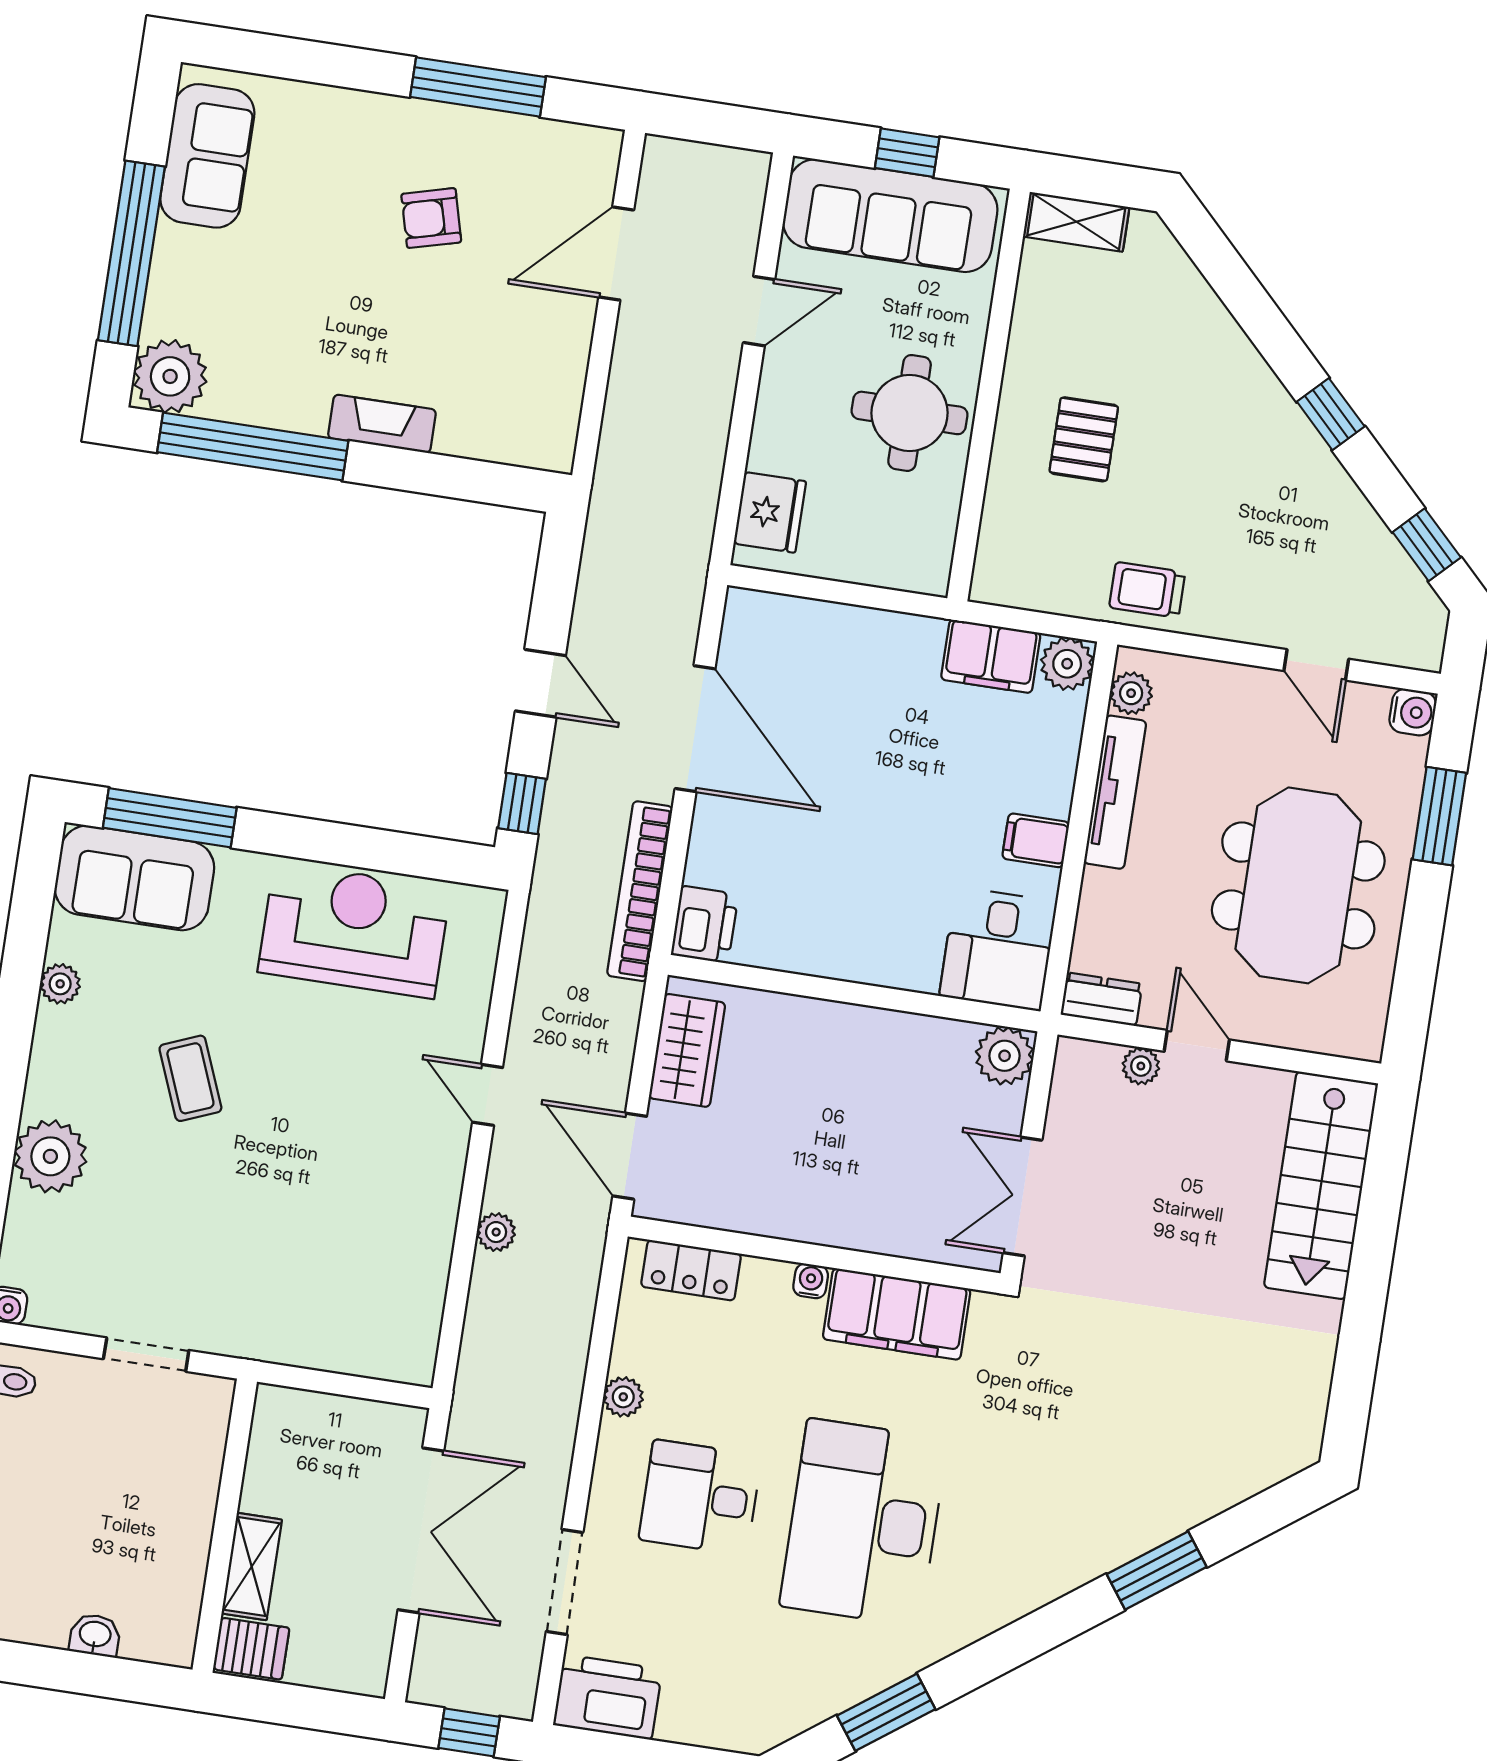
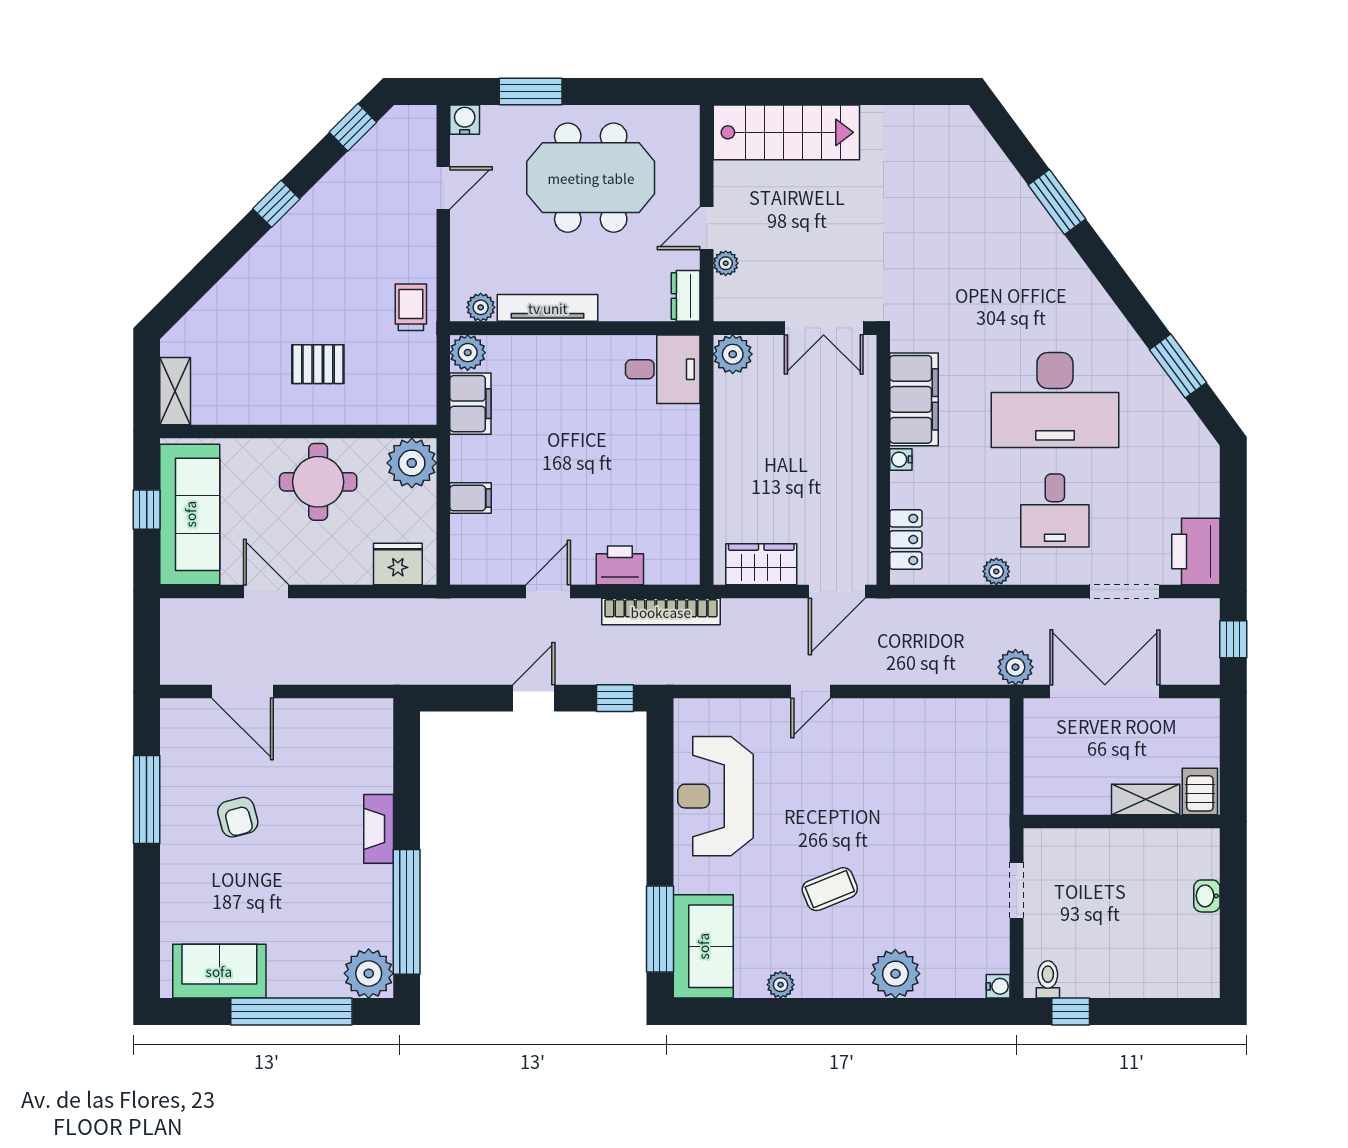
plant: (916, 556) -> (412, 463), added
trolley: (1147, 590) -> (411, 307), turned 180
door: (695, 729) -> (548, 591), width x0.53
filing cabinet: (1036, 840) -> (470, 498), moved, turned -90
printer: (705, 925) -> (620, 565), moved
plant: (496, 1232) -> (1015, 667), moved, width x1.38, depth x1.38

